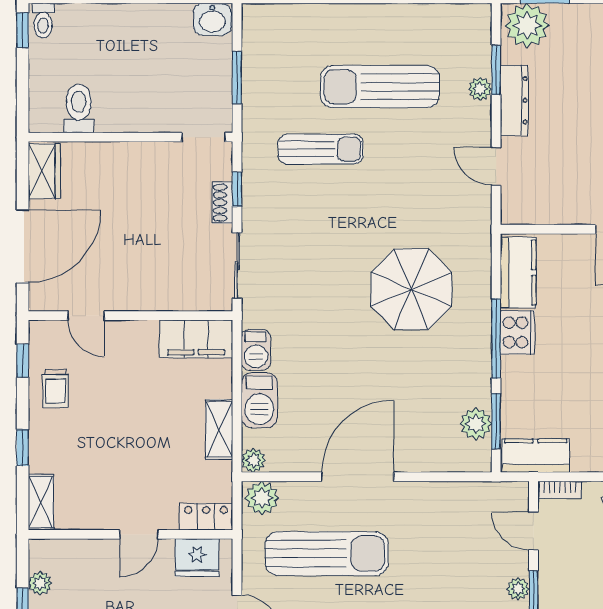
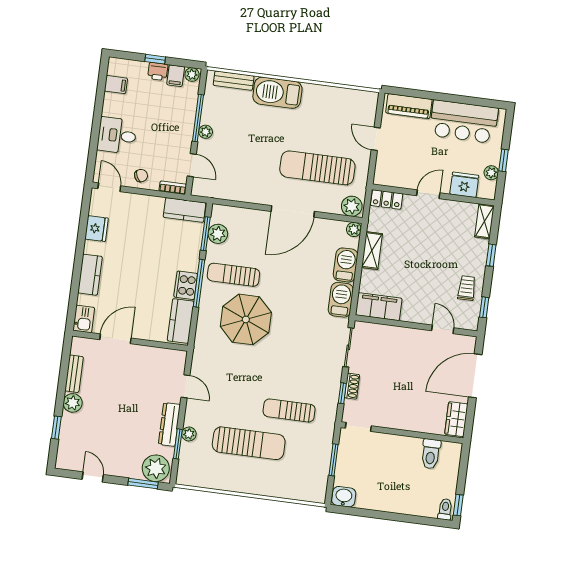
barbecue: (256, 350) -> (341, 300), width x1.38, depth x1.27
sun lounger: (441, 360) -> (233, 275), added
fridge: (197, 557) -> (464, 185), moved

